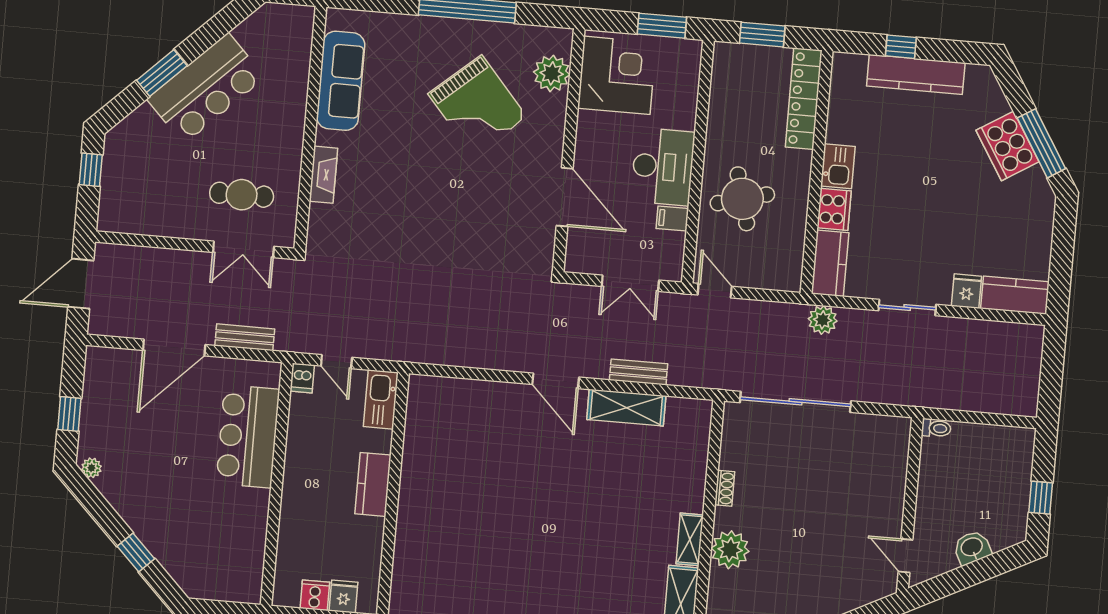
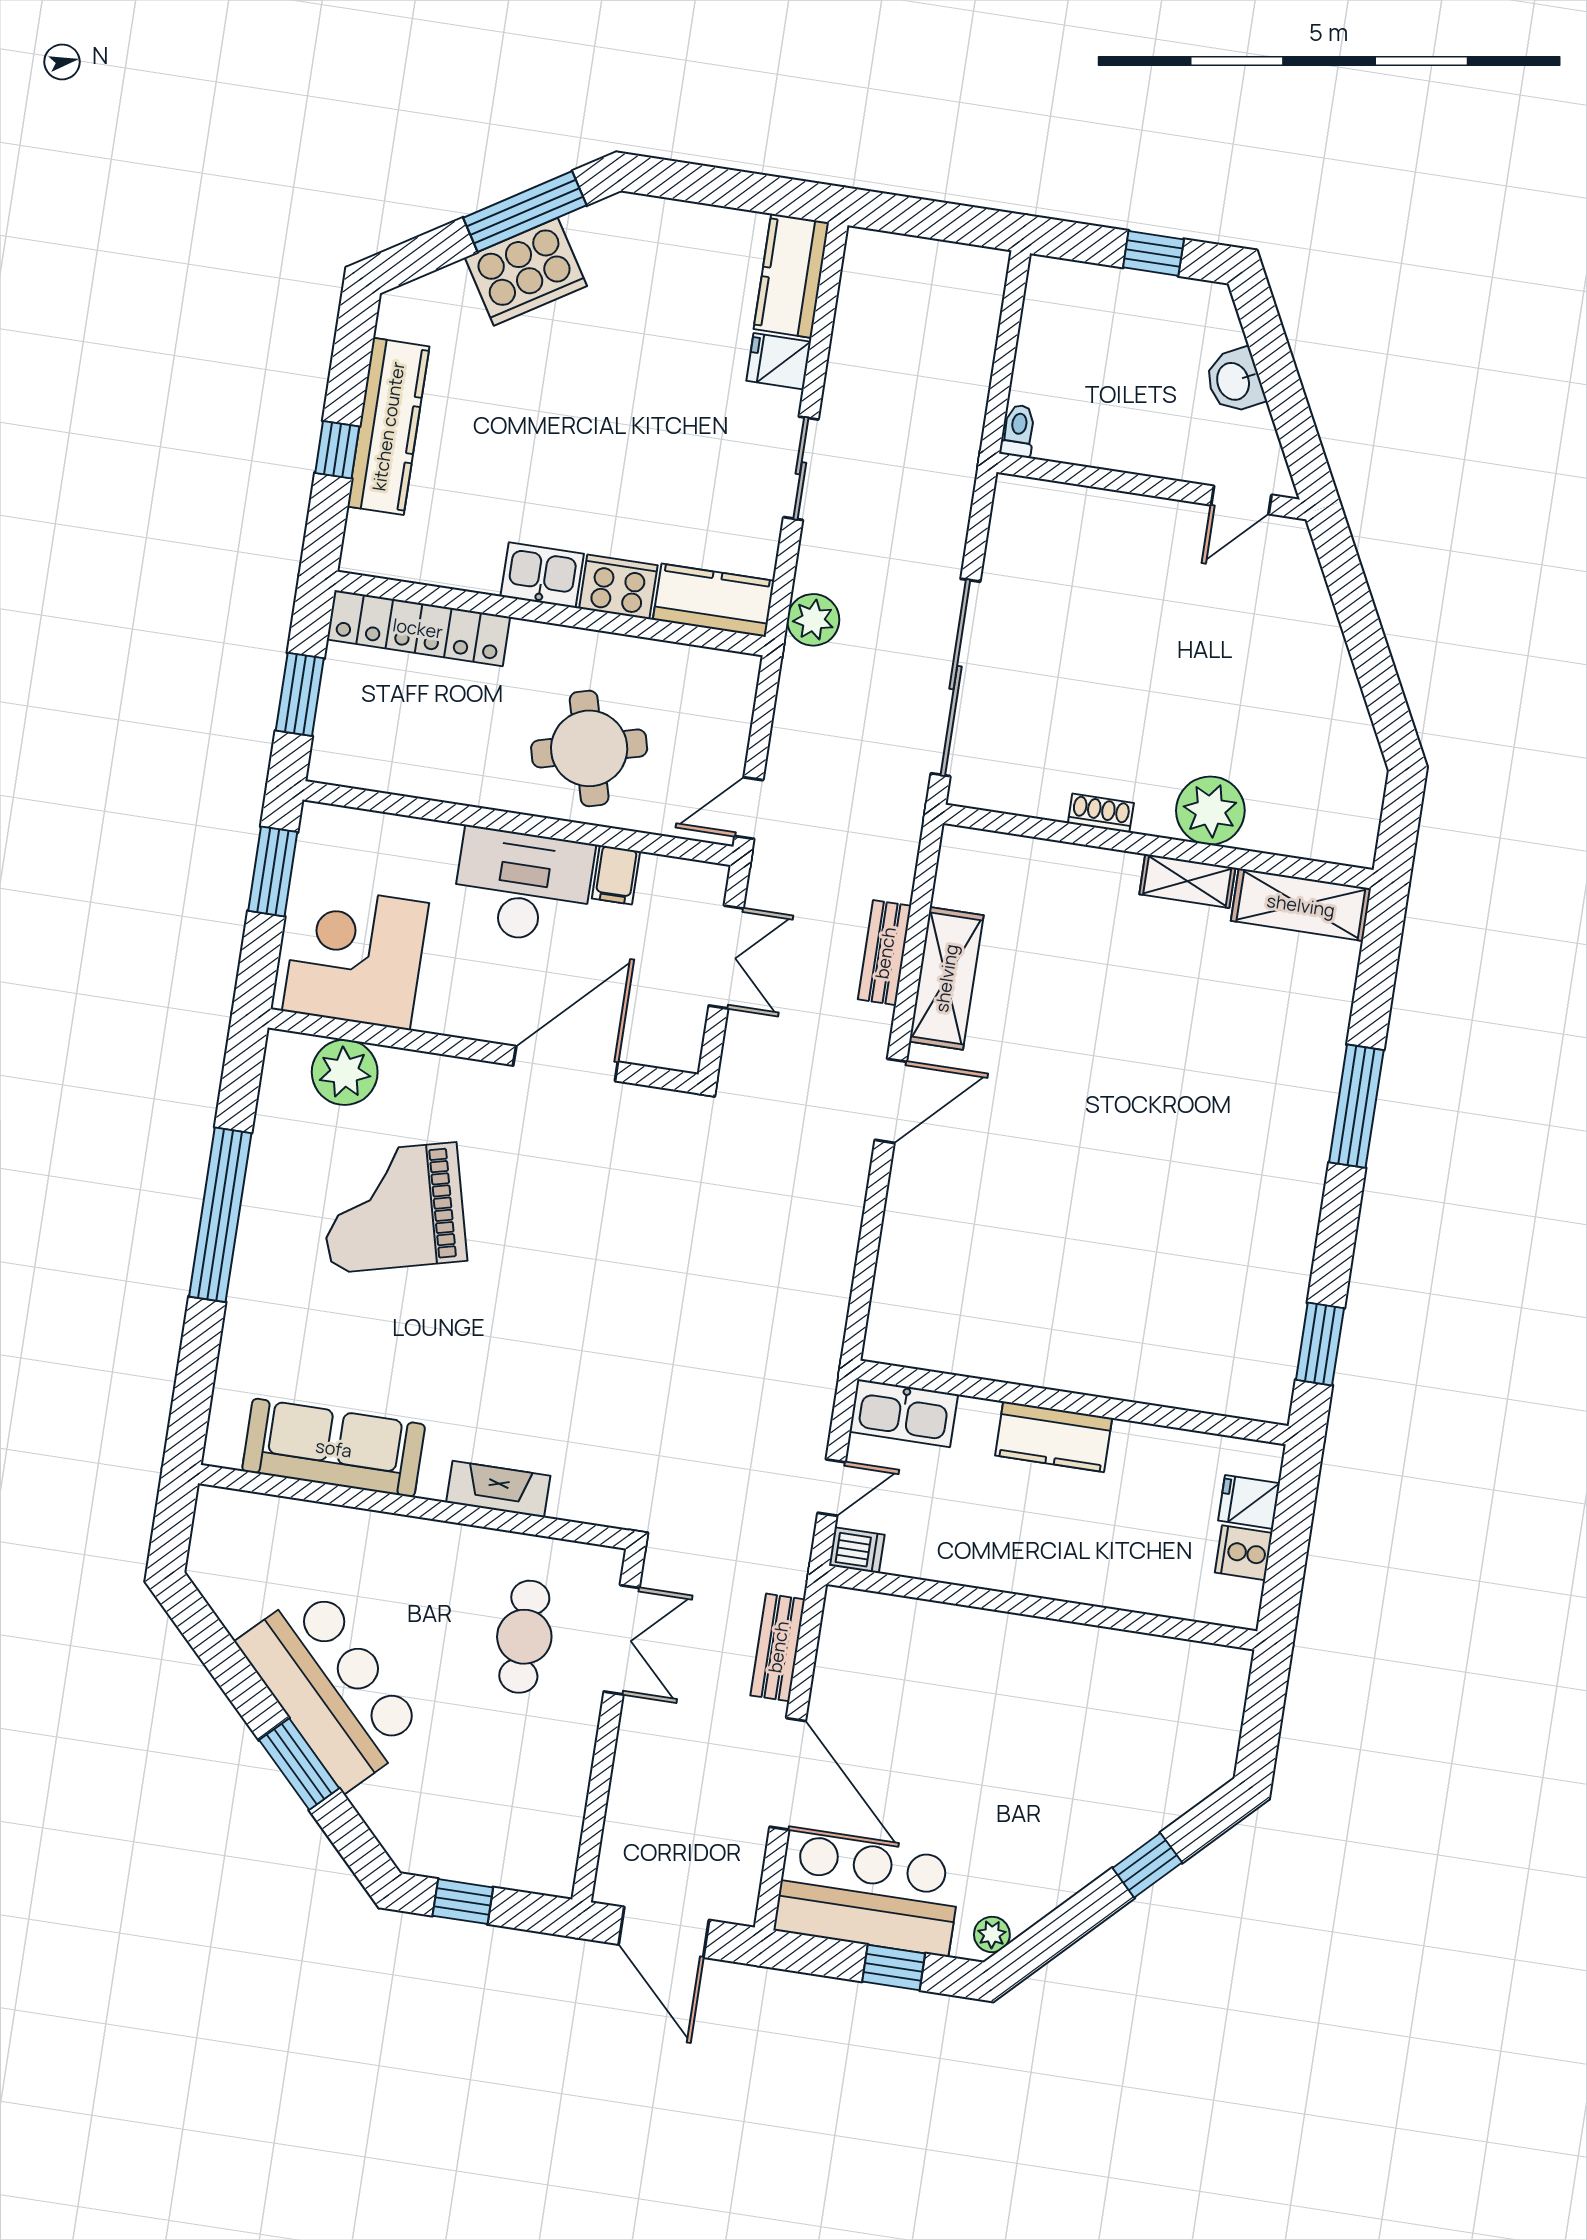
grand piano: (478, 105) -> (393, 1208), turned -153
bar counter: (248, 436) -> (868, 1895), moved, turned 180

